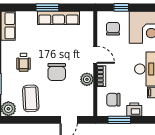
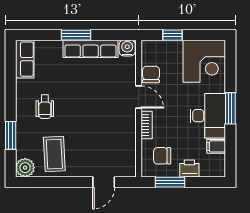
water cooler: (87, 17) -> (127, 48), added
chair: (113, 29) -> (151, 74), moved
chair: (57, 72) -> (88, 120), removed
plant: (87, 79) -> (128, 129), removed

